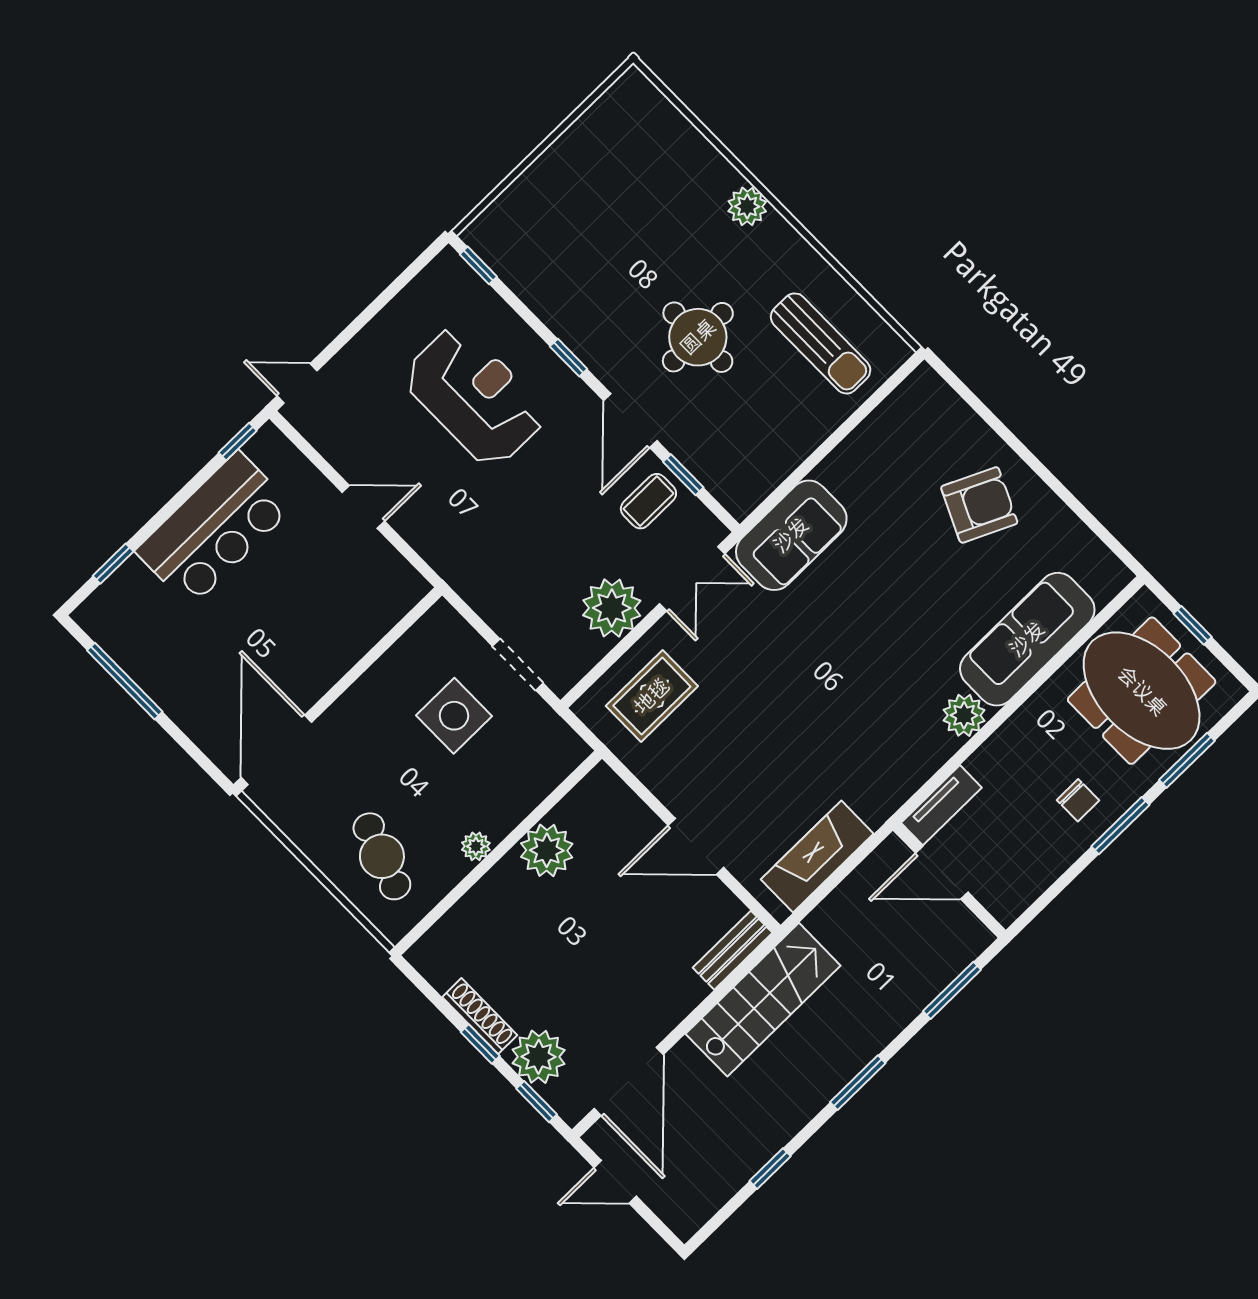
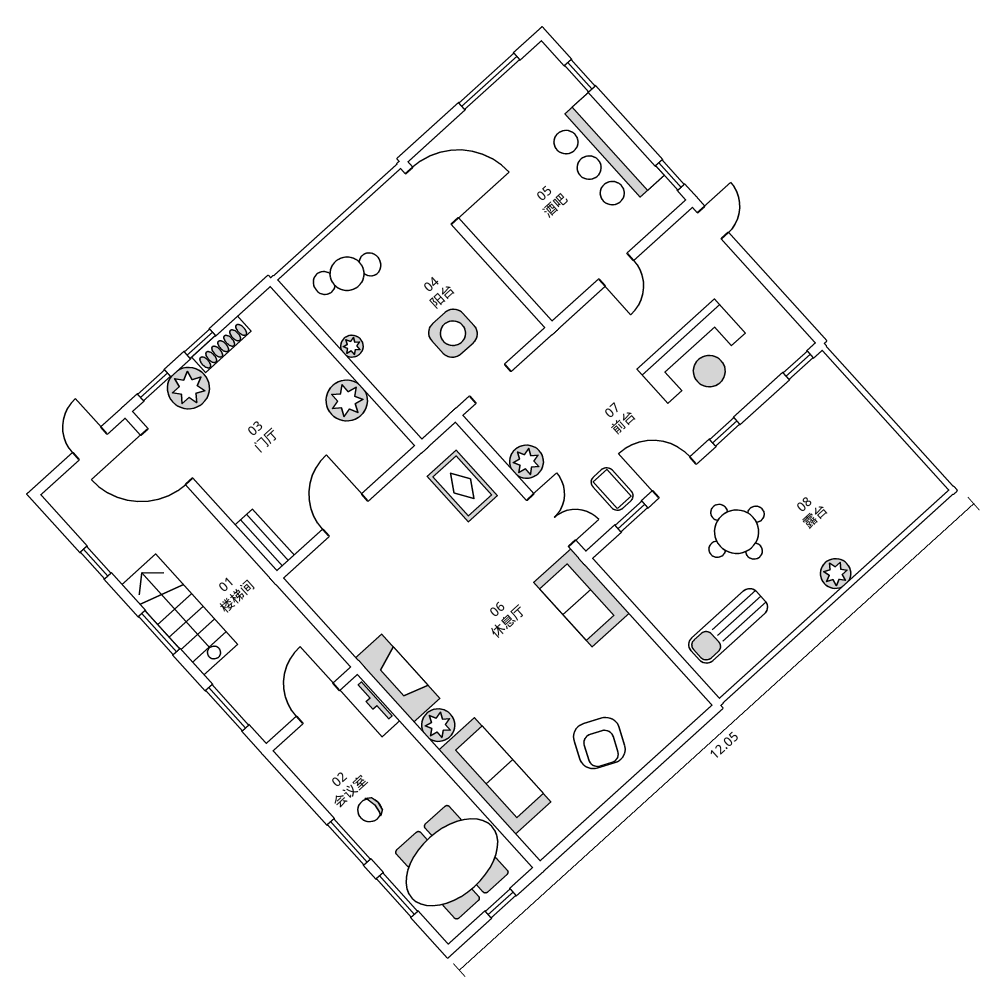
double door: (692, 579) -> (551, 520), swing flipped
plant: (612, 608) -> (527, 462), width x0.73, depth x0.73
fireplace: (817, 857) -> (398, 678), moved
stairs: (763, 1000) -> (180, 615), moved, turned 180

